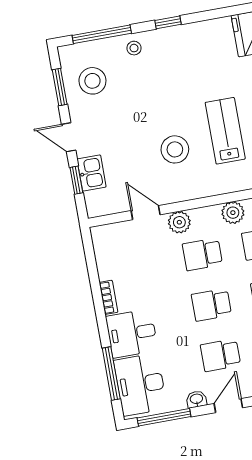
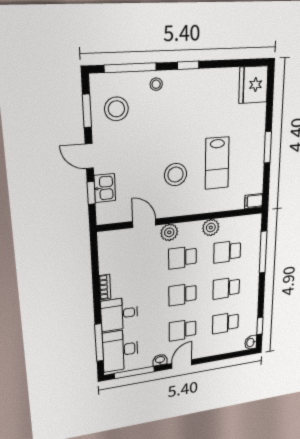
lab bench: (225, 131) -> (217, 163), turned 180

